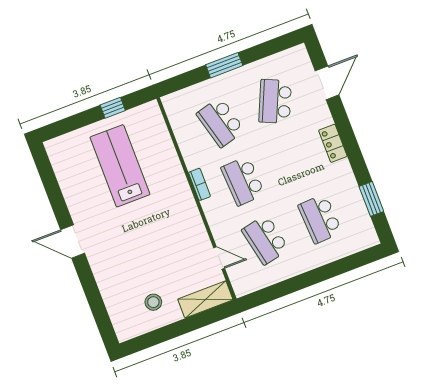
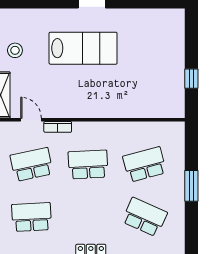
lab bench: (120, 166) -> (83, 48), moved
bookcase: (199, 184) -> (58, 127), moved
door: (219, 258) -> (31, 120), swing flipped

